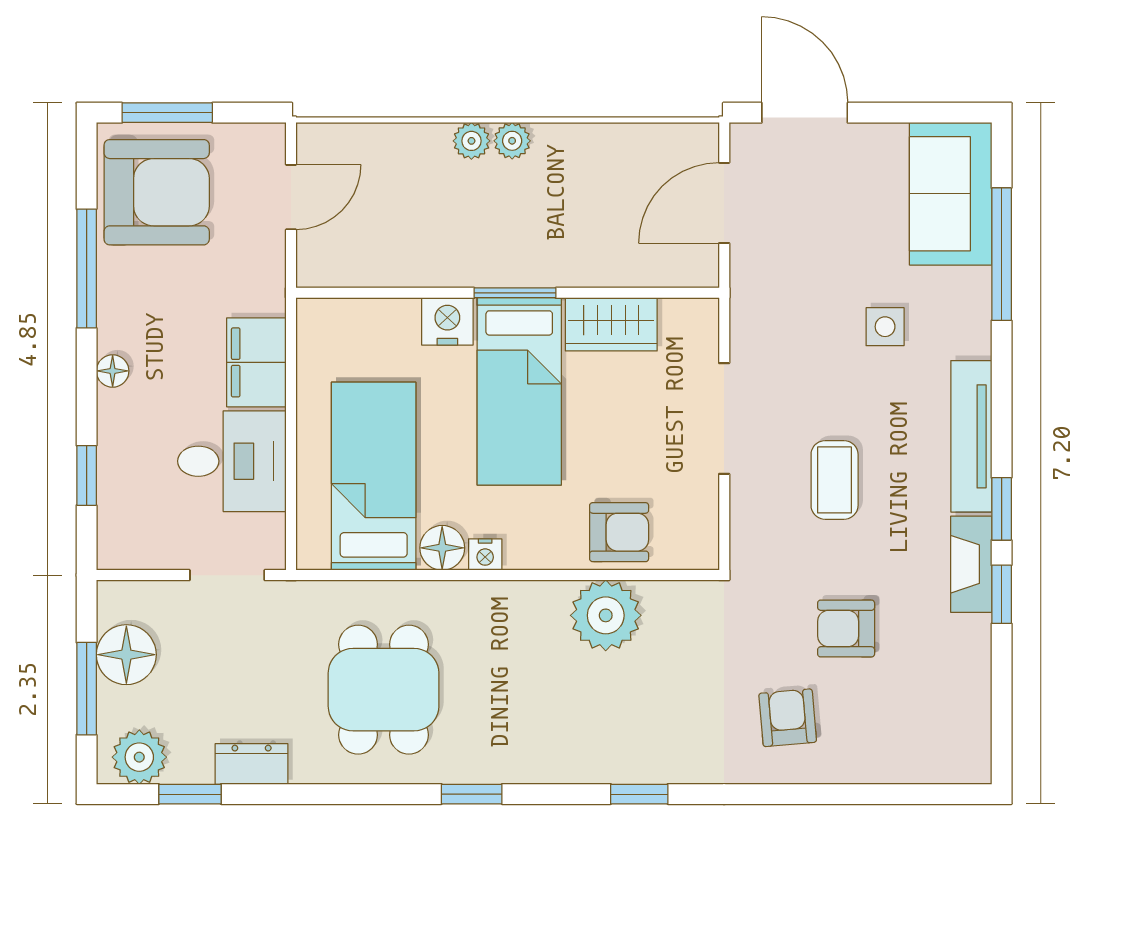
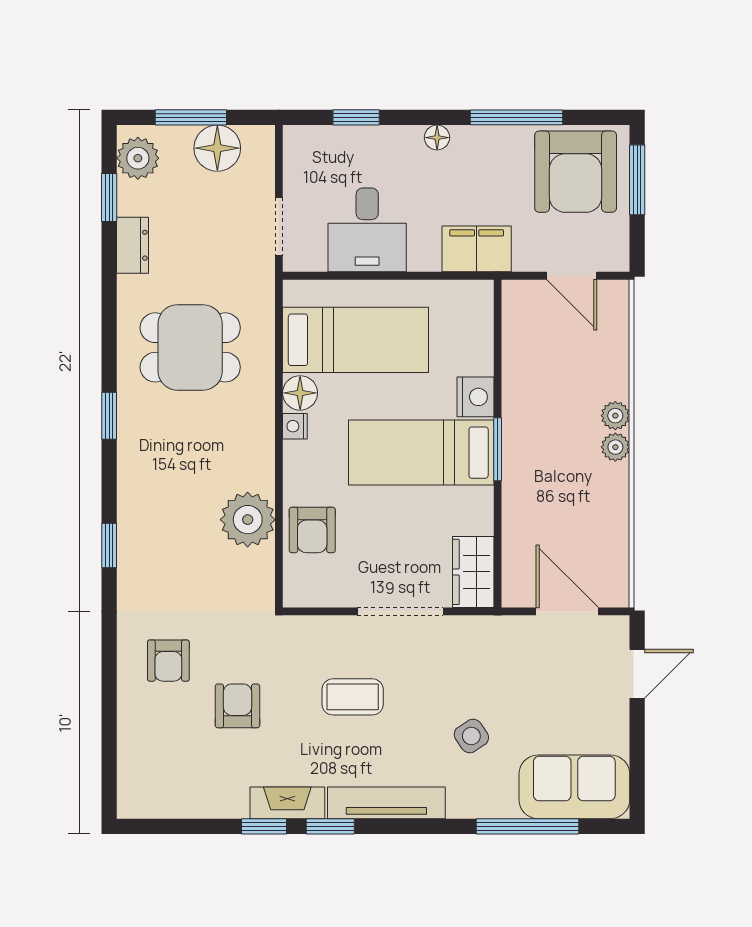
door: (805, 113) -> (637, 674), width x0.73
wardrobe: (611, 324) -> (473, 572), moved
side table: (885, 327) -> (471, 736), turned -34
filing cabinet: (256, 362) -> (477, 249), moved
armchair: (788, 718) -> (168, 661), turned 95

